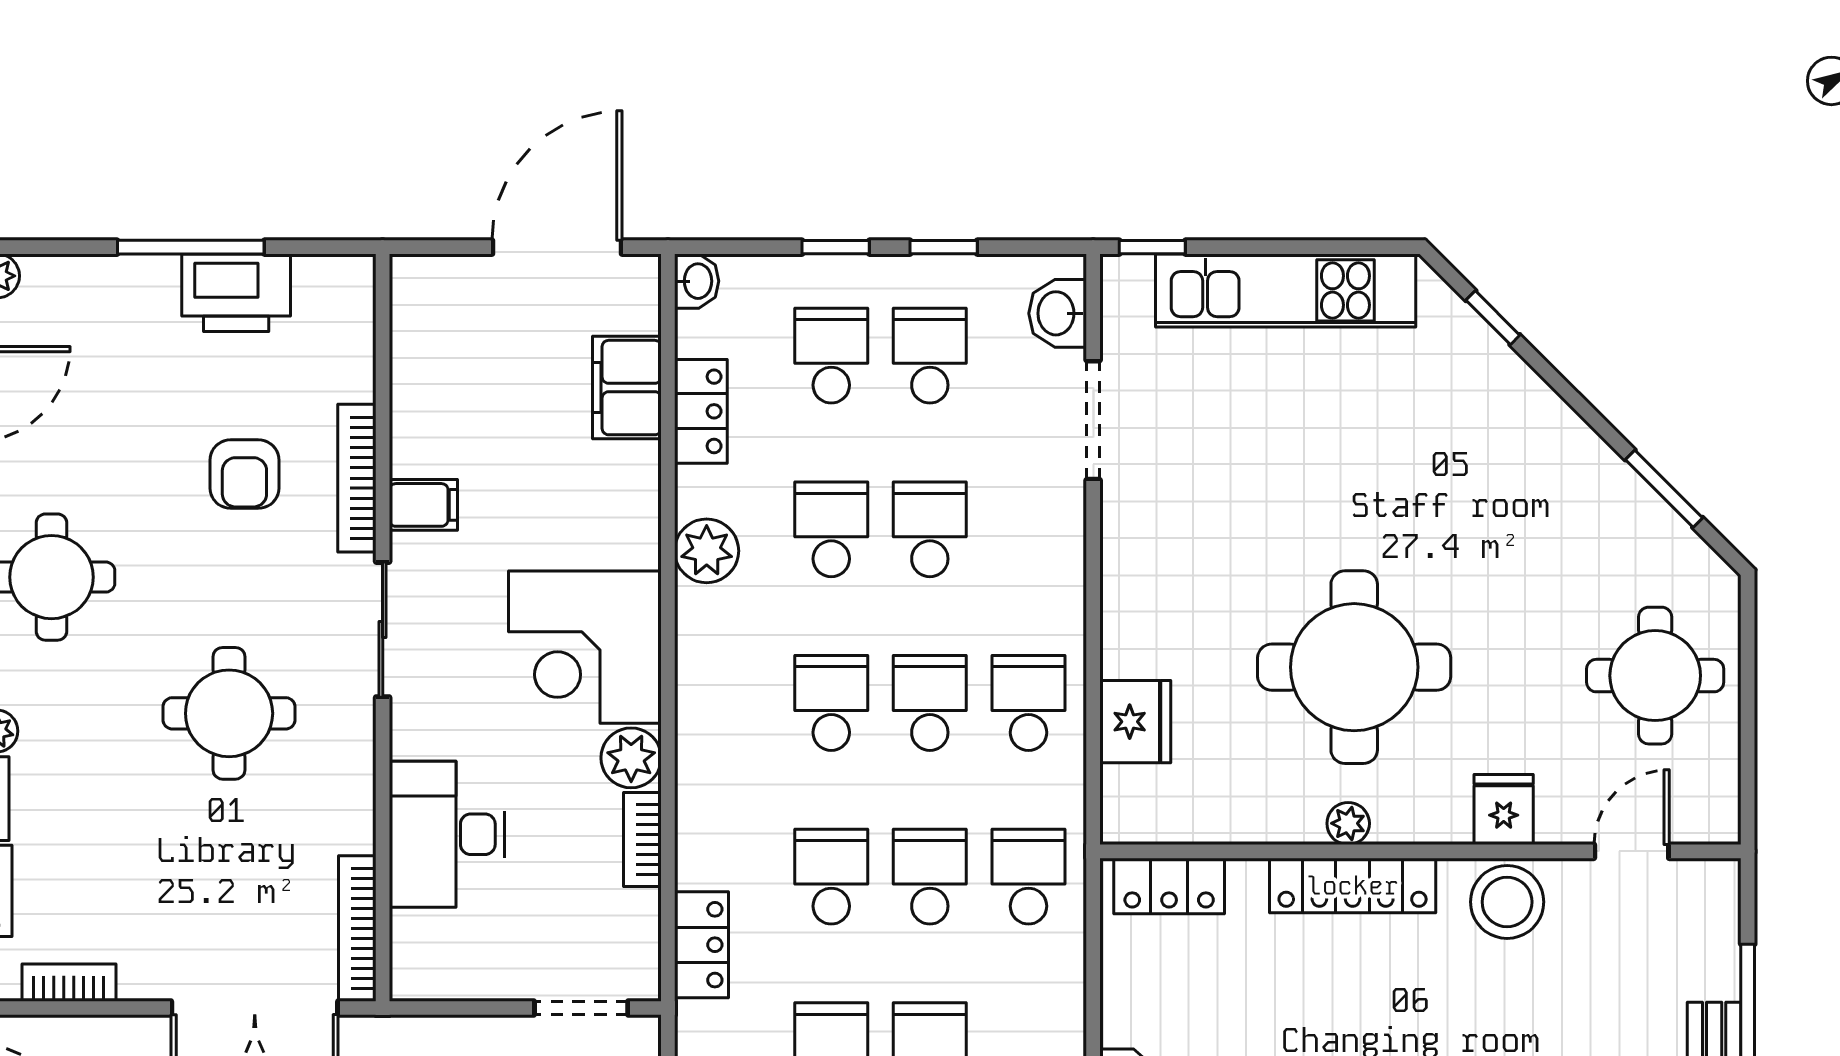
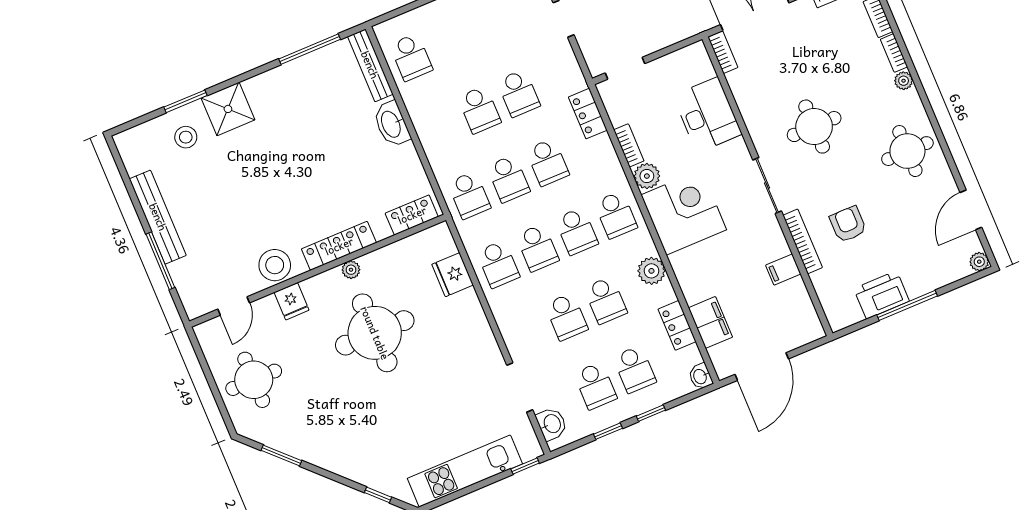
filing cabinet: (423, 505) -> (783, 270), moved
school desk: (733, 703) -> (616, 215), added
bookcase: (357, 928) -> (723, 52), width x0.64

